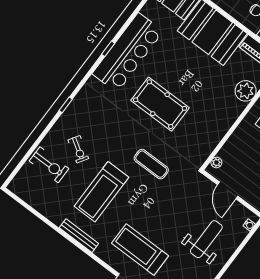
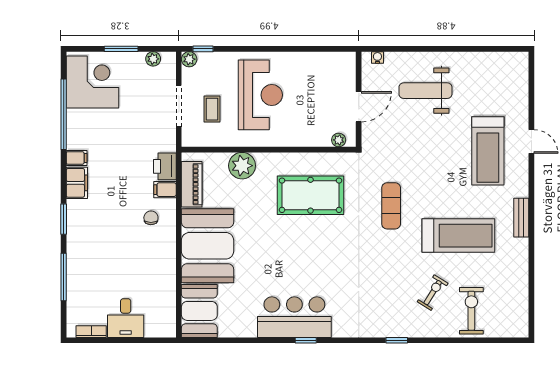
bar counter: (128, 52) -> (294, 317), width x0.73
pool table: (160, 104) -> (310, 195), moved, turned 90
bench: (79, 236) -> (521, 218), width x0.73

